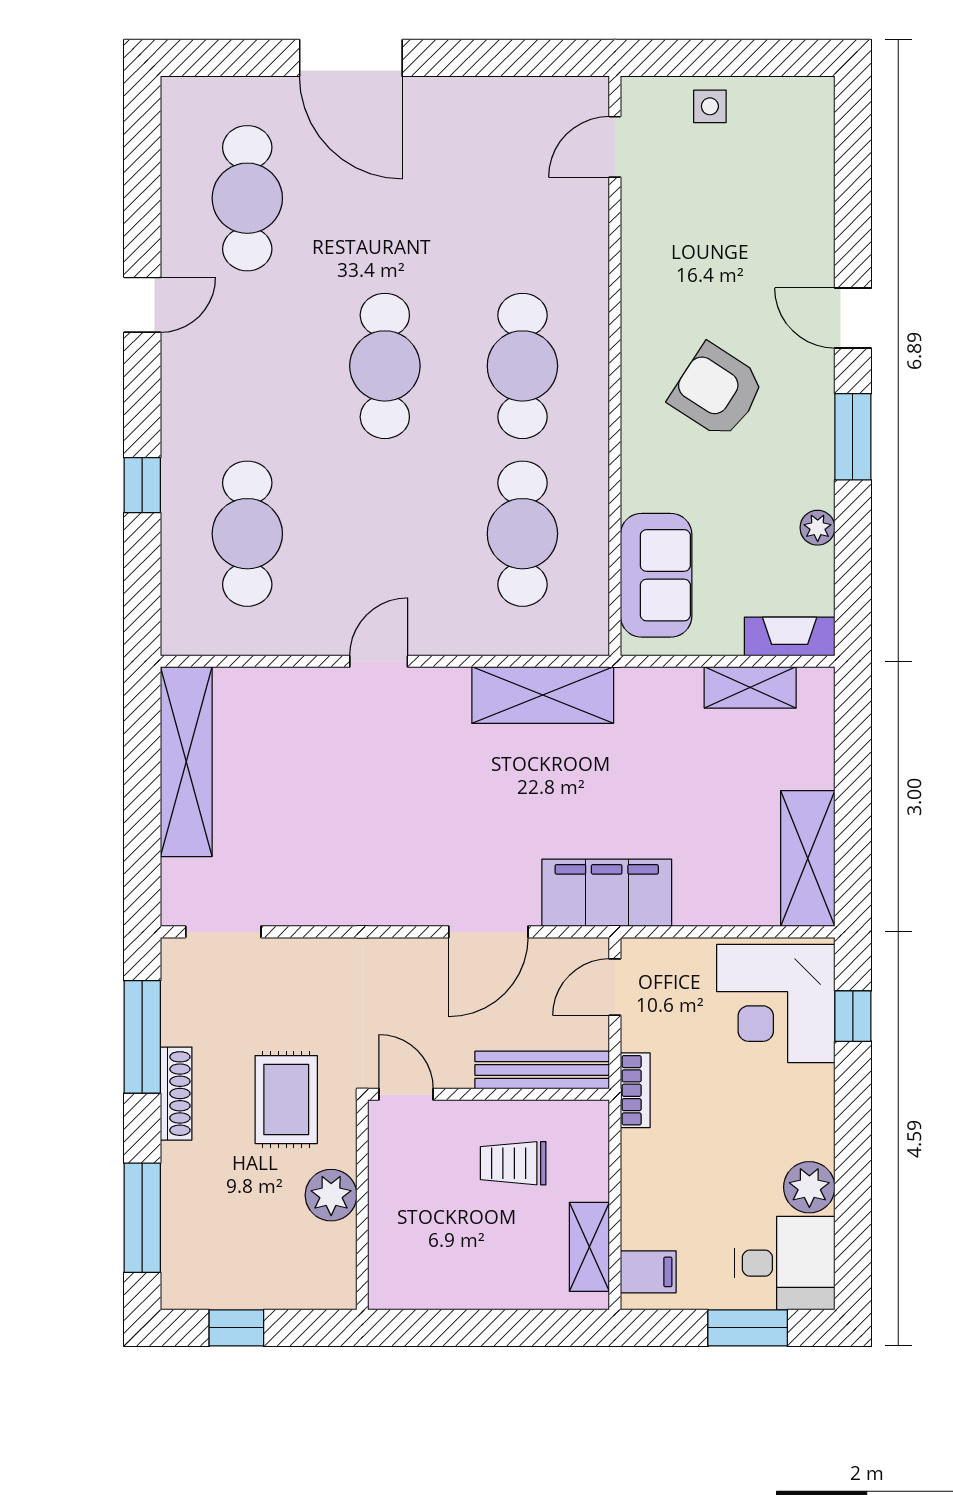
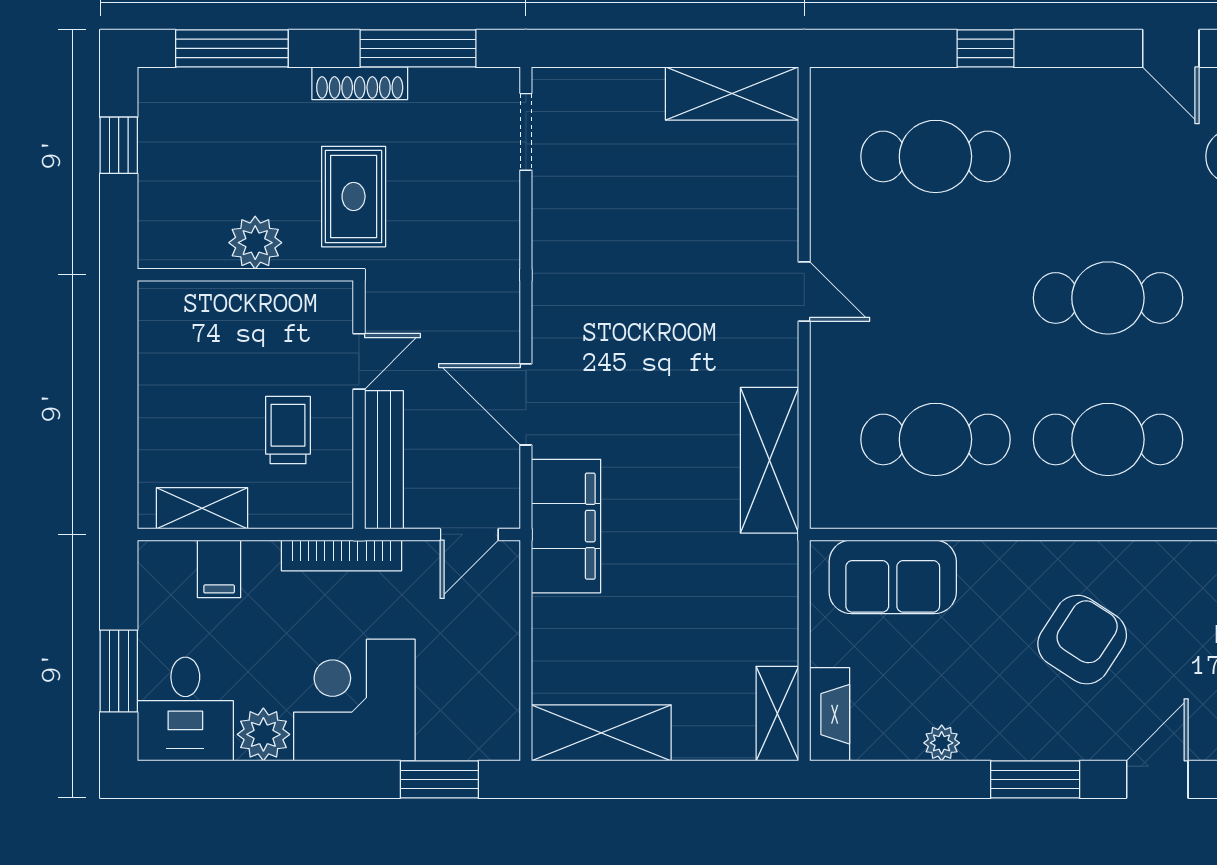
shelving: (750, 687) -> (777, 714), moved
shelving: (186, 762) -> (732, 94), width x0.68
door: (615, 987) -> (469, 534), swing flipped
corner desk: (776, 1003) -> (354, 700), moved
window: (853, 1016) -> (439, 779), width x1.50
bookcase: (635, 1090) -> (341, 555), width x1.56
door: (406, 1094) -> (359, 361), moved
rug: (286, 1100) -> (354, 197), turned 90
filing cabinet: (648, 1272) -> (219, 569), moved

